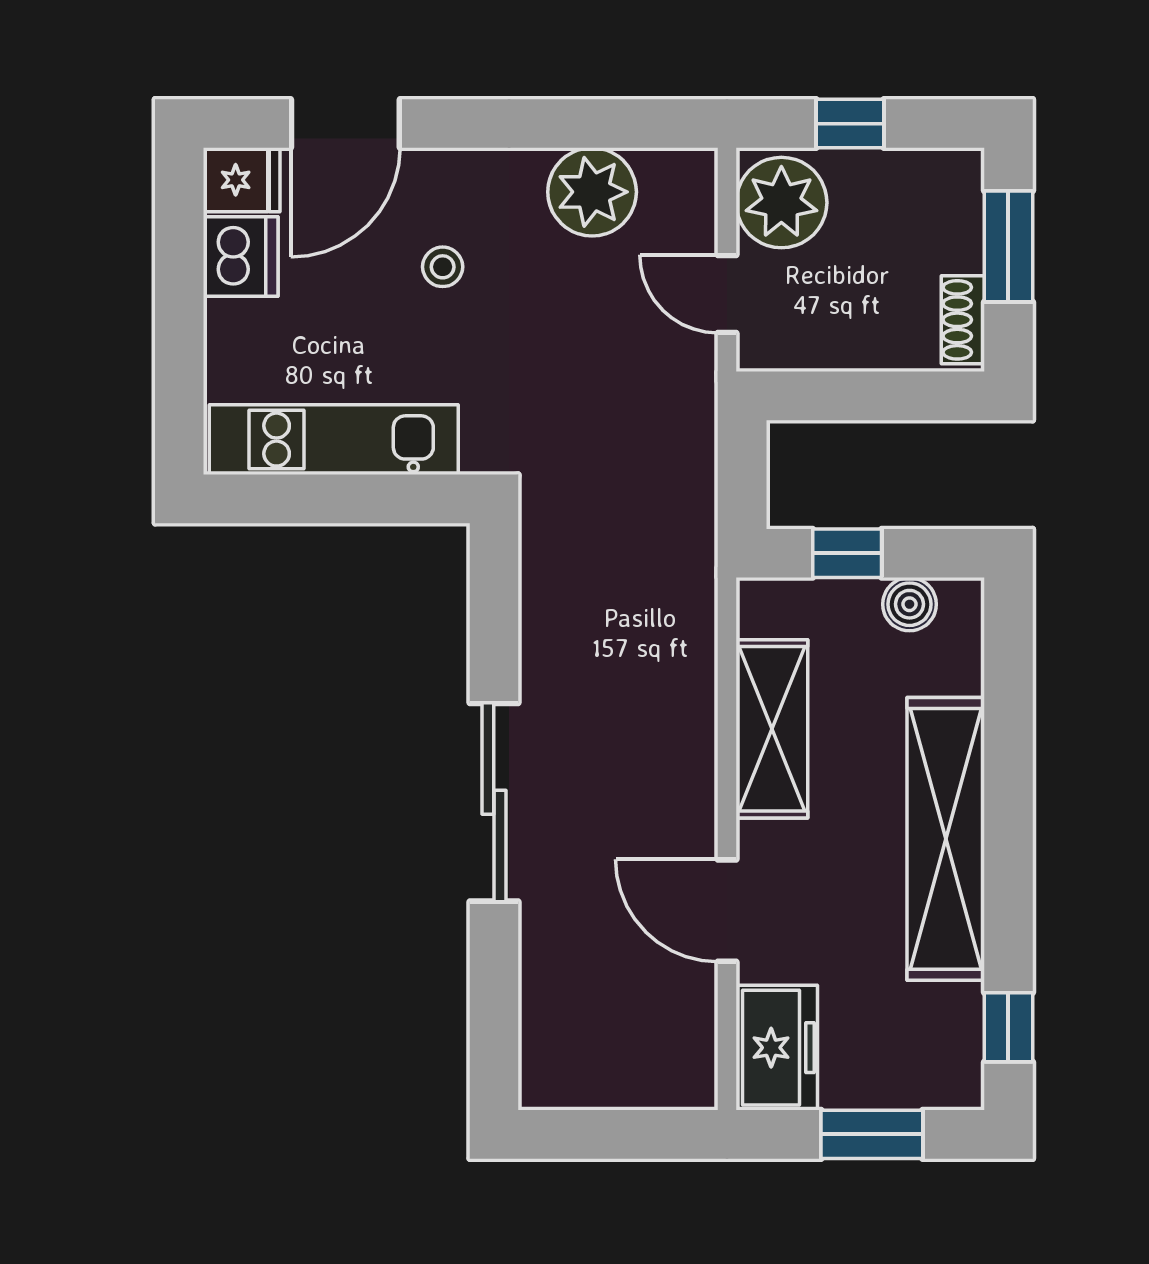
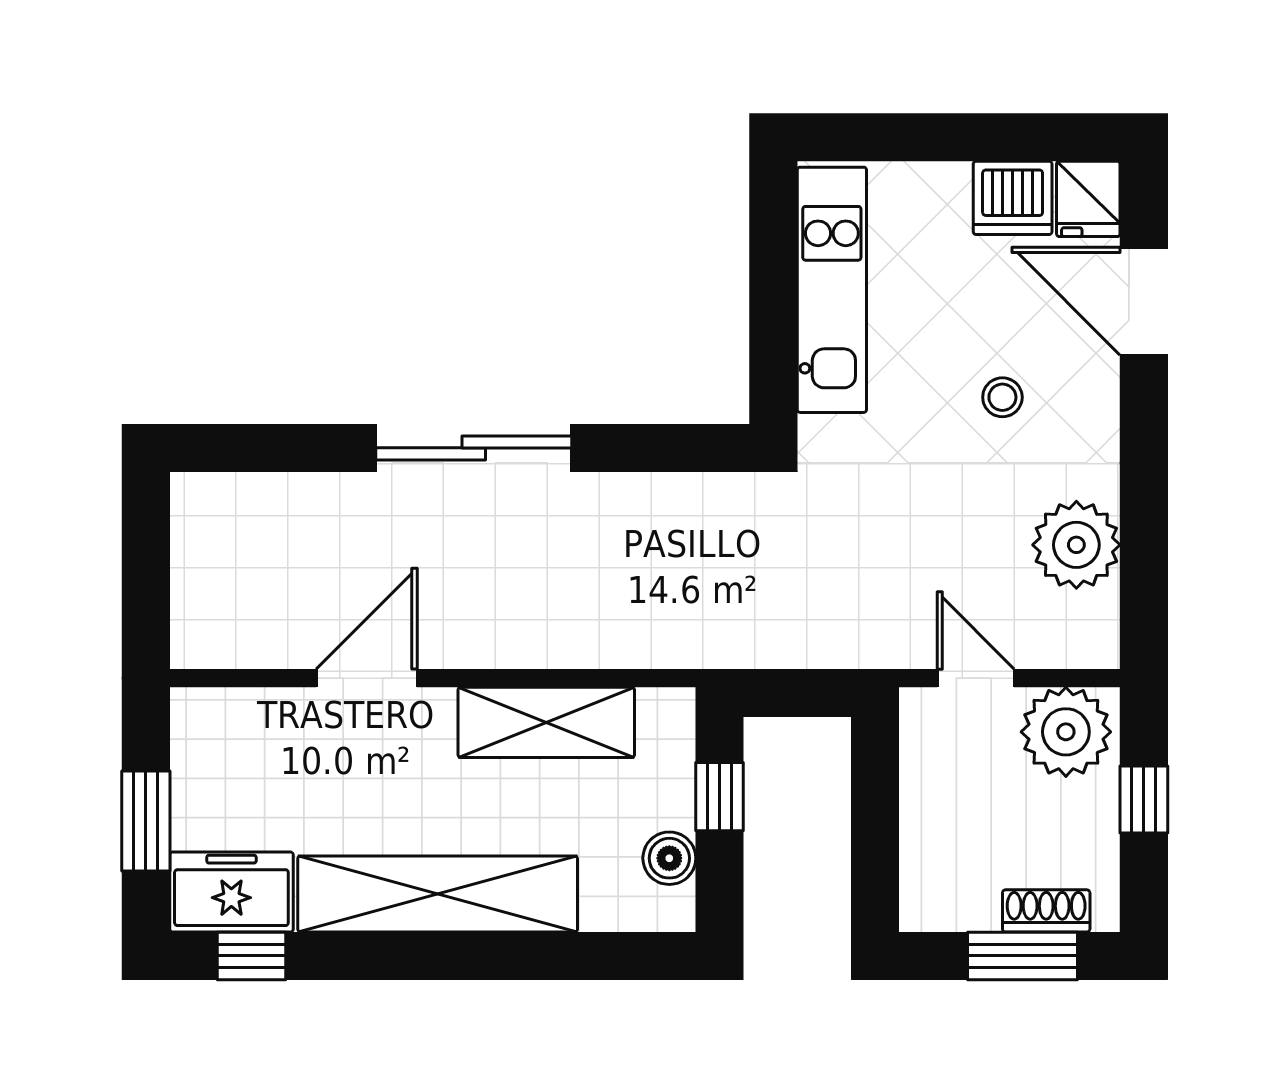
door: (727, 294) -> (976, 678), hinge flipped
shoe rack: (963, 320) -> (1046, 911), moved
freezer: (777, 1048) -> (231, 892), moved, turned 180

